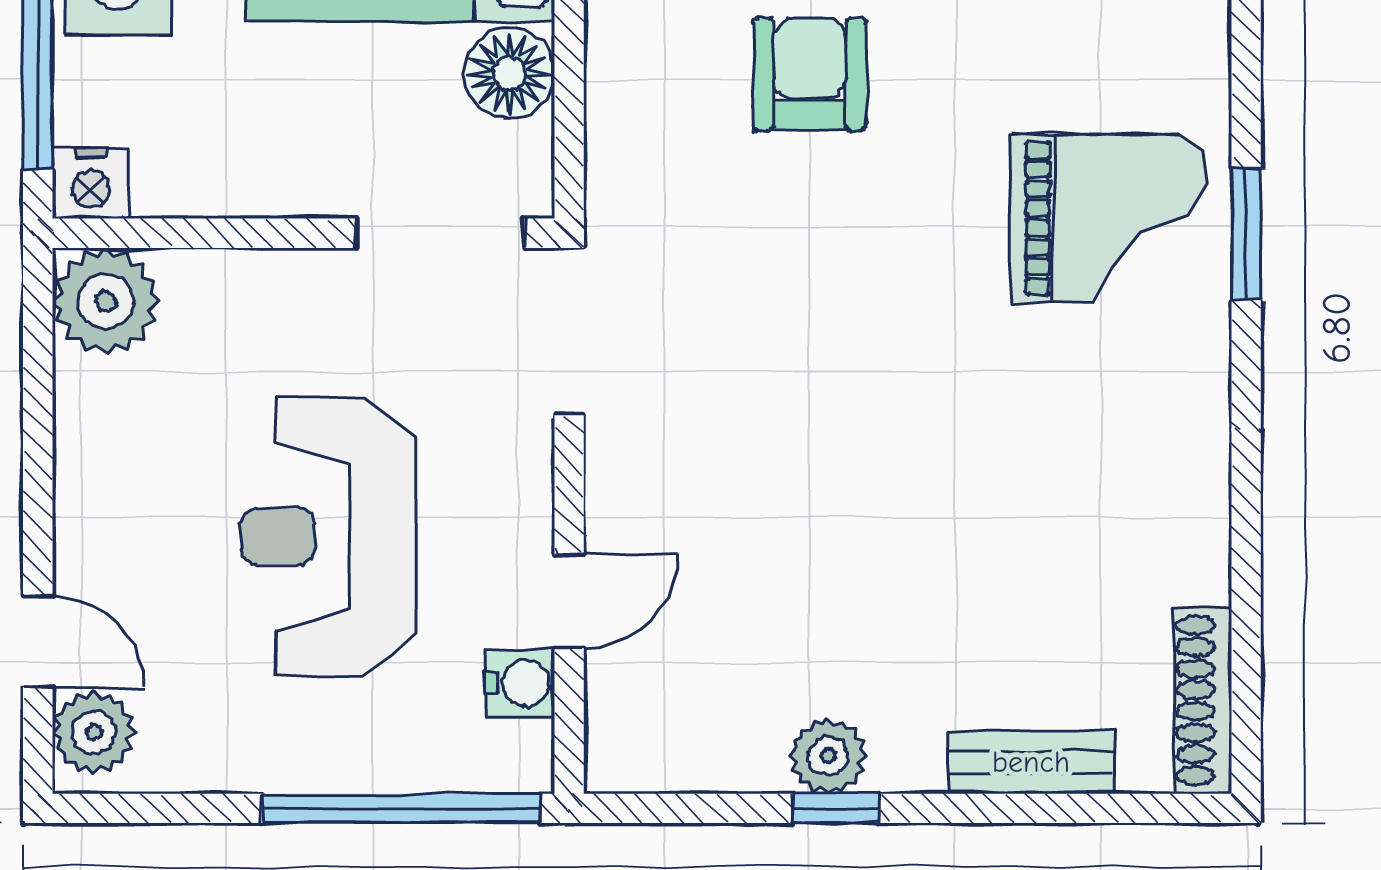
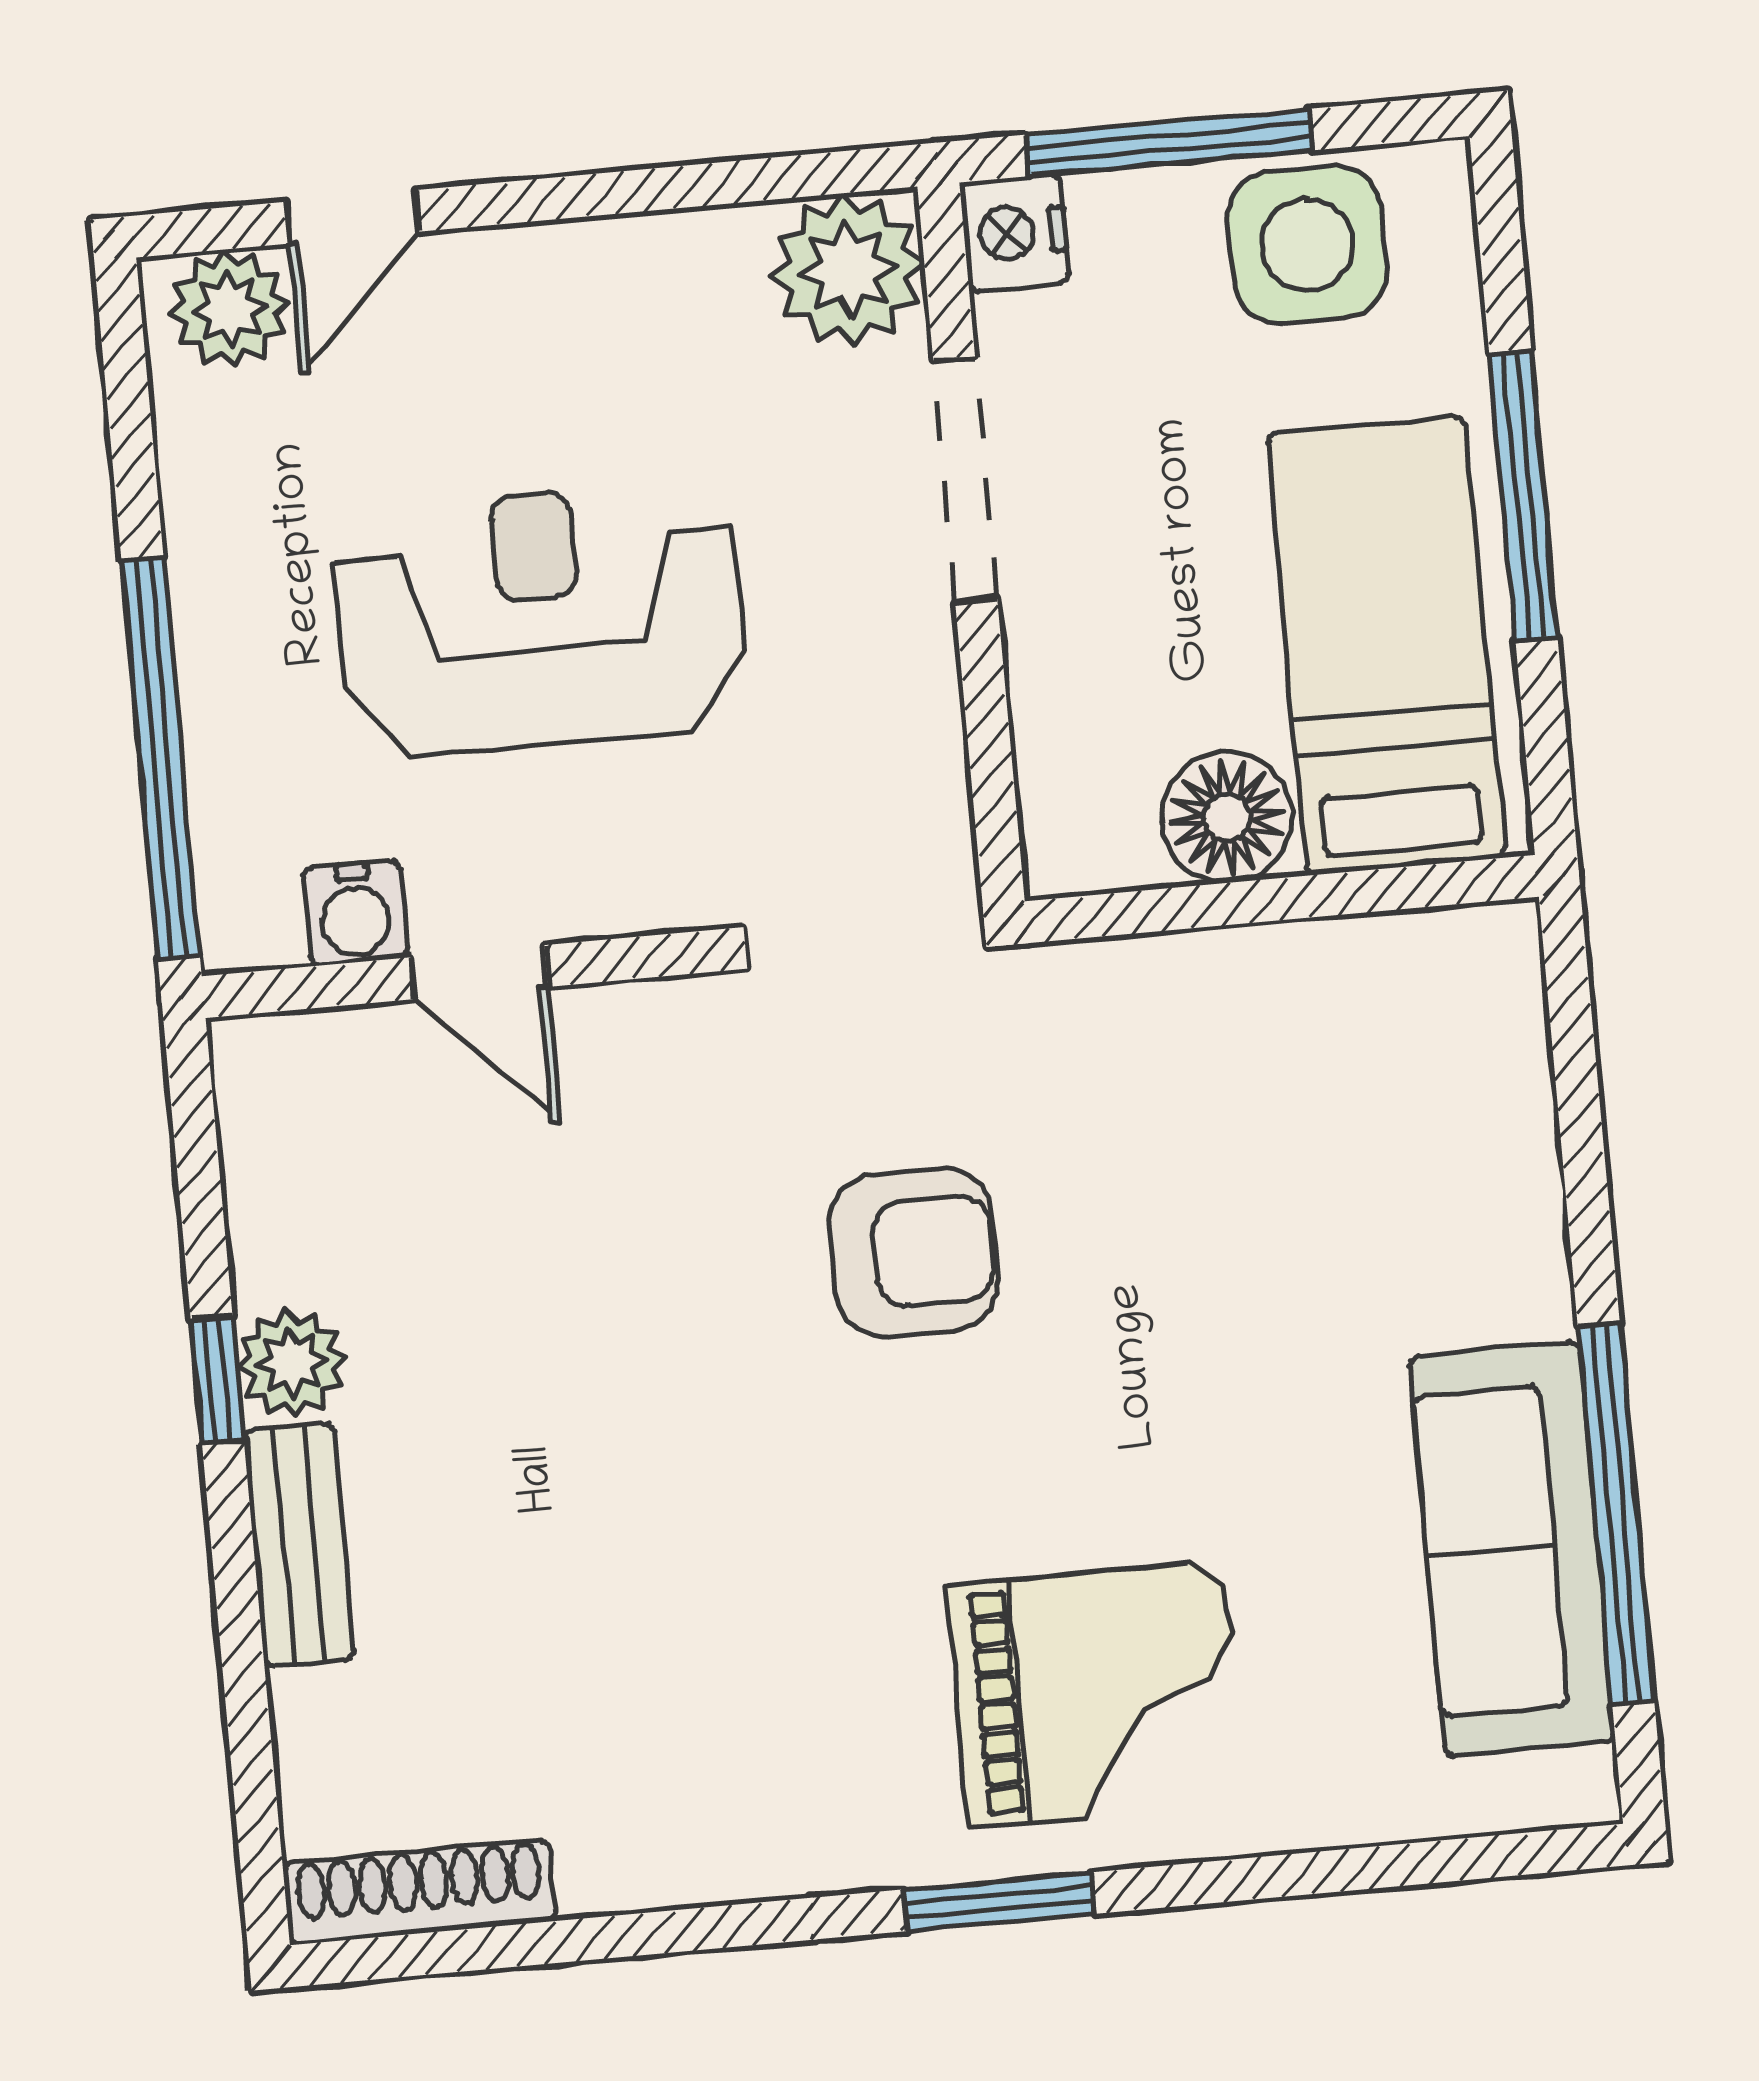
armchair: (810, 74) -> (914, 1253), moved
grand piano: (1108, 218) -> (1098, 1694), turned -90
doorway: (440, 233) -> (965, 480), moved
window: (1246, 234) -> (999, 1902), moved
bench: (1031, 762) -> (299, 1544), moved

